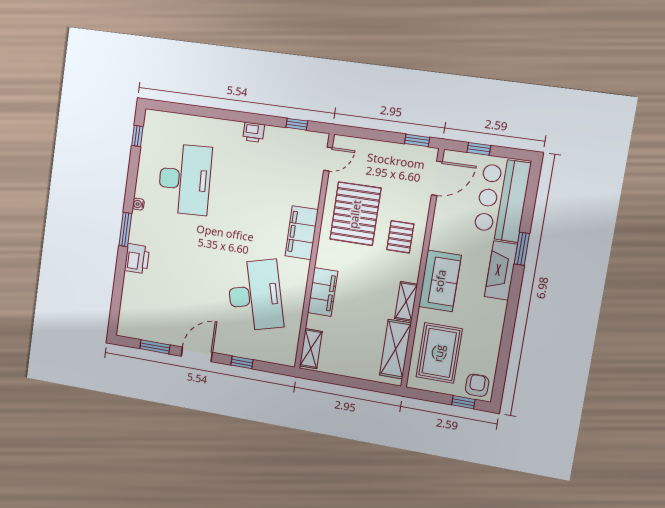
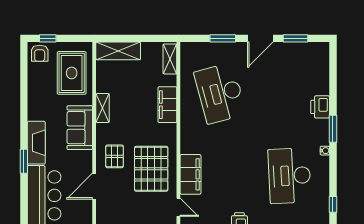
door: (328, 159) -> (178, 207), swing flipped
door: (437, 178) -> (94, 186), moved
filing cabinet: (302, 233) -> (190, 174), moved
shelving: (396, 349) -> (118, 51), moved, turned 90
window: (242, 362) -> (223, 38), width x1.50

